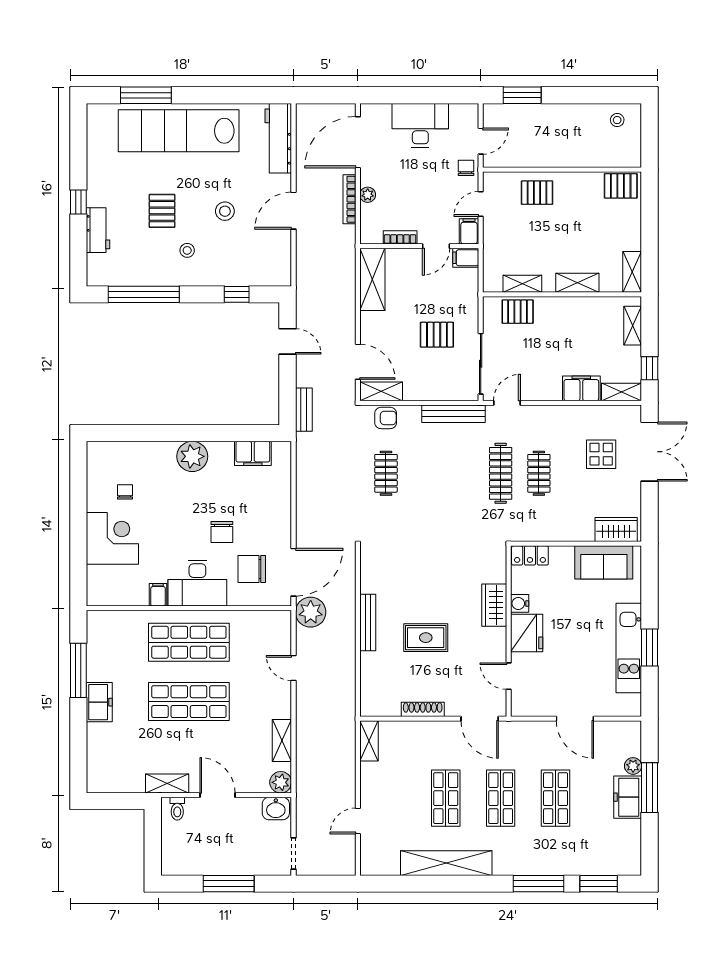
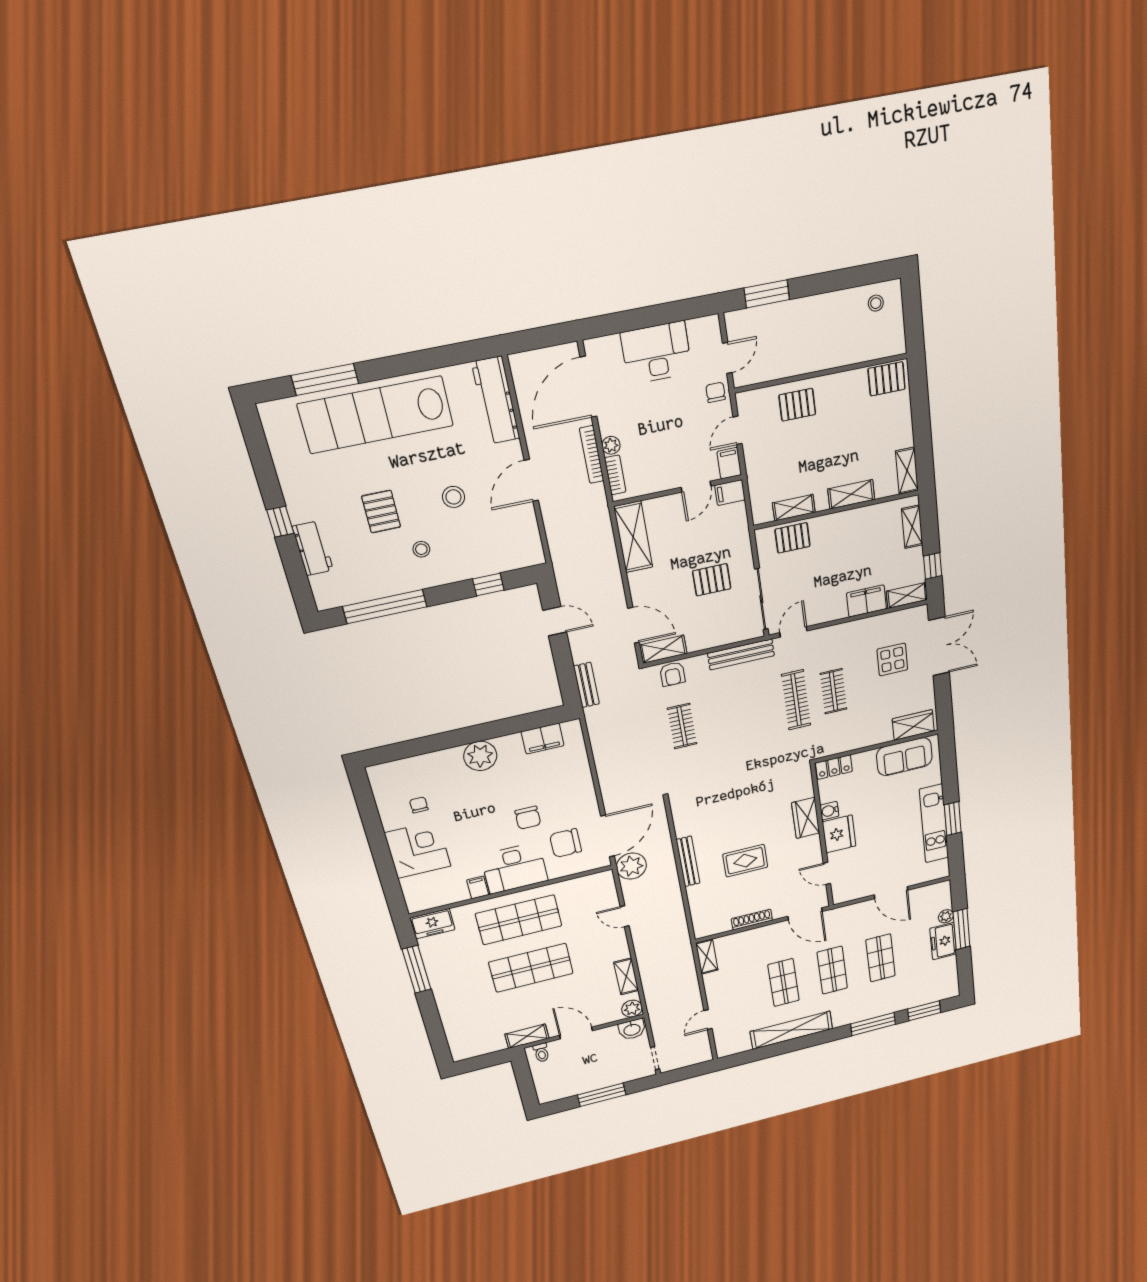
bookcase: (400, 237) -> (615, 475), moved, turned 90
armchair: (386, 418) -> (672, 674), turned 90
freezer: (99, 702) -> (432, 924), moved, turned 90

